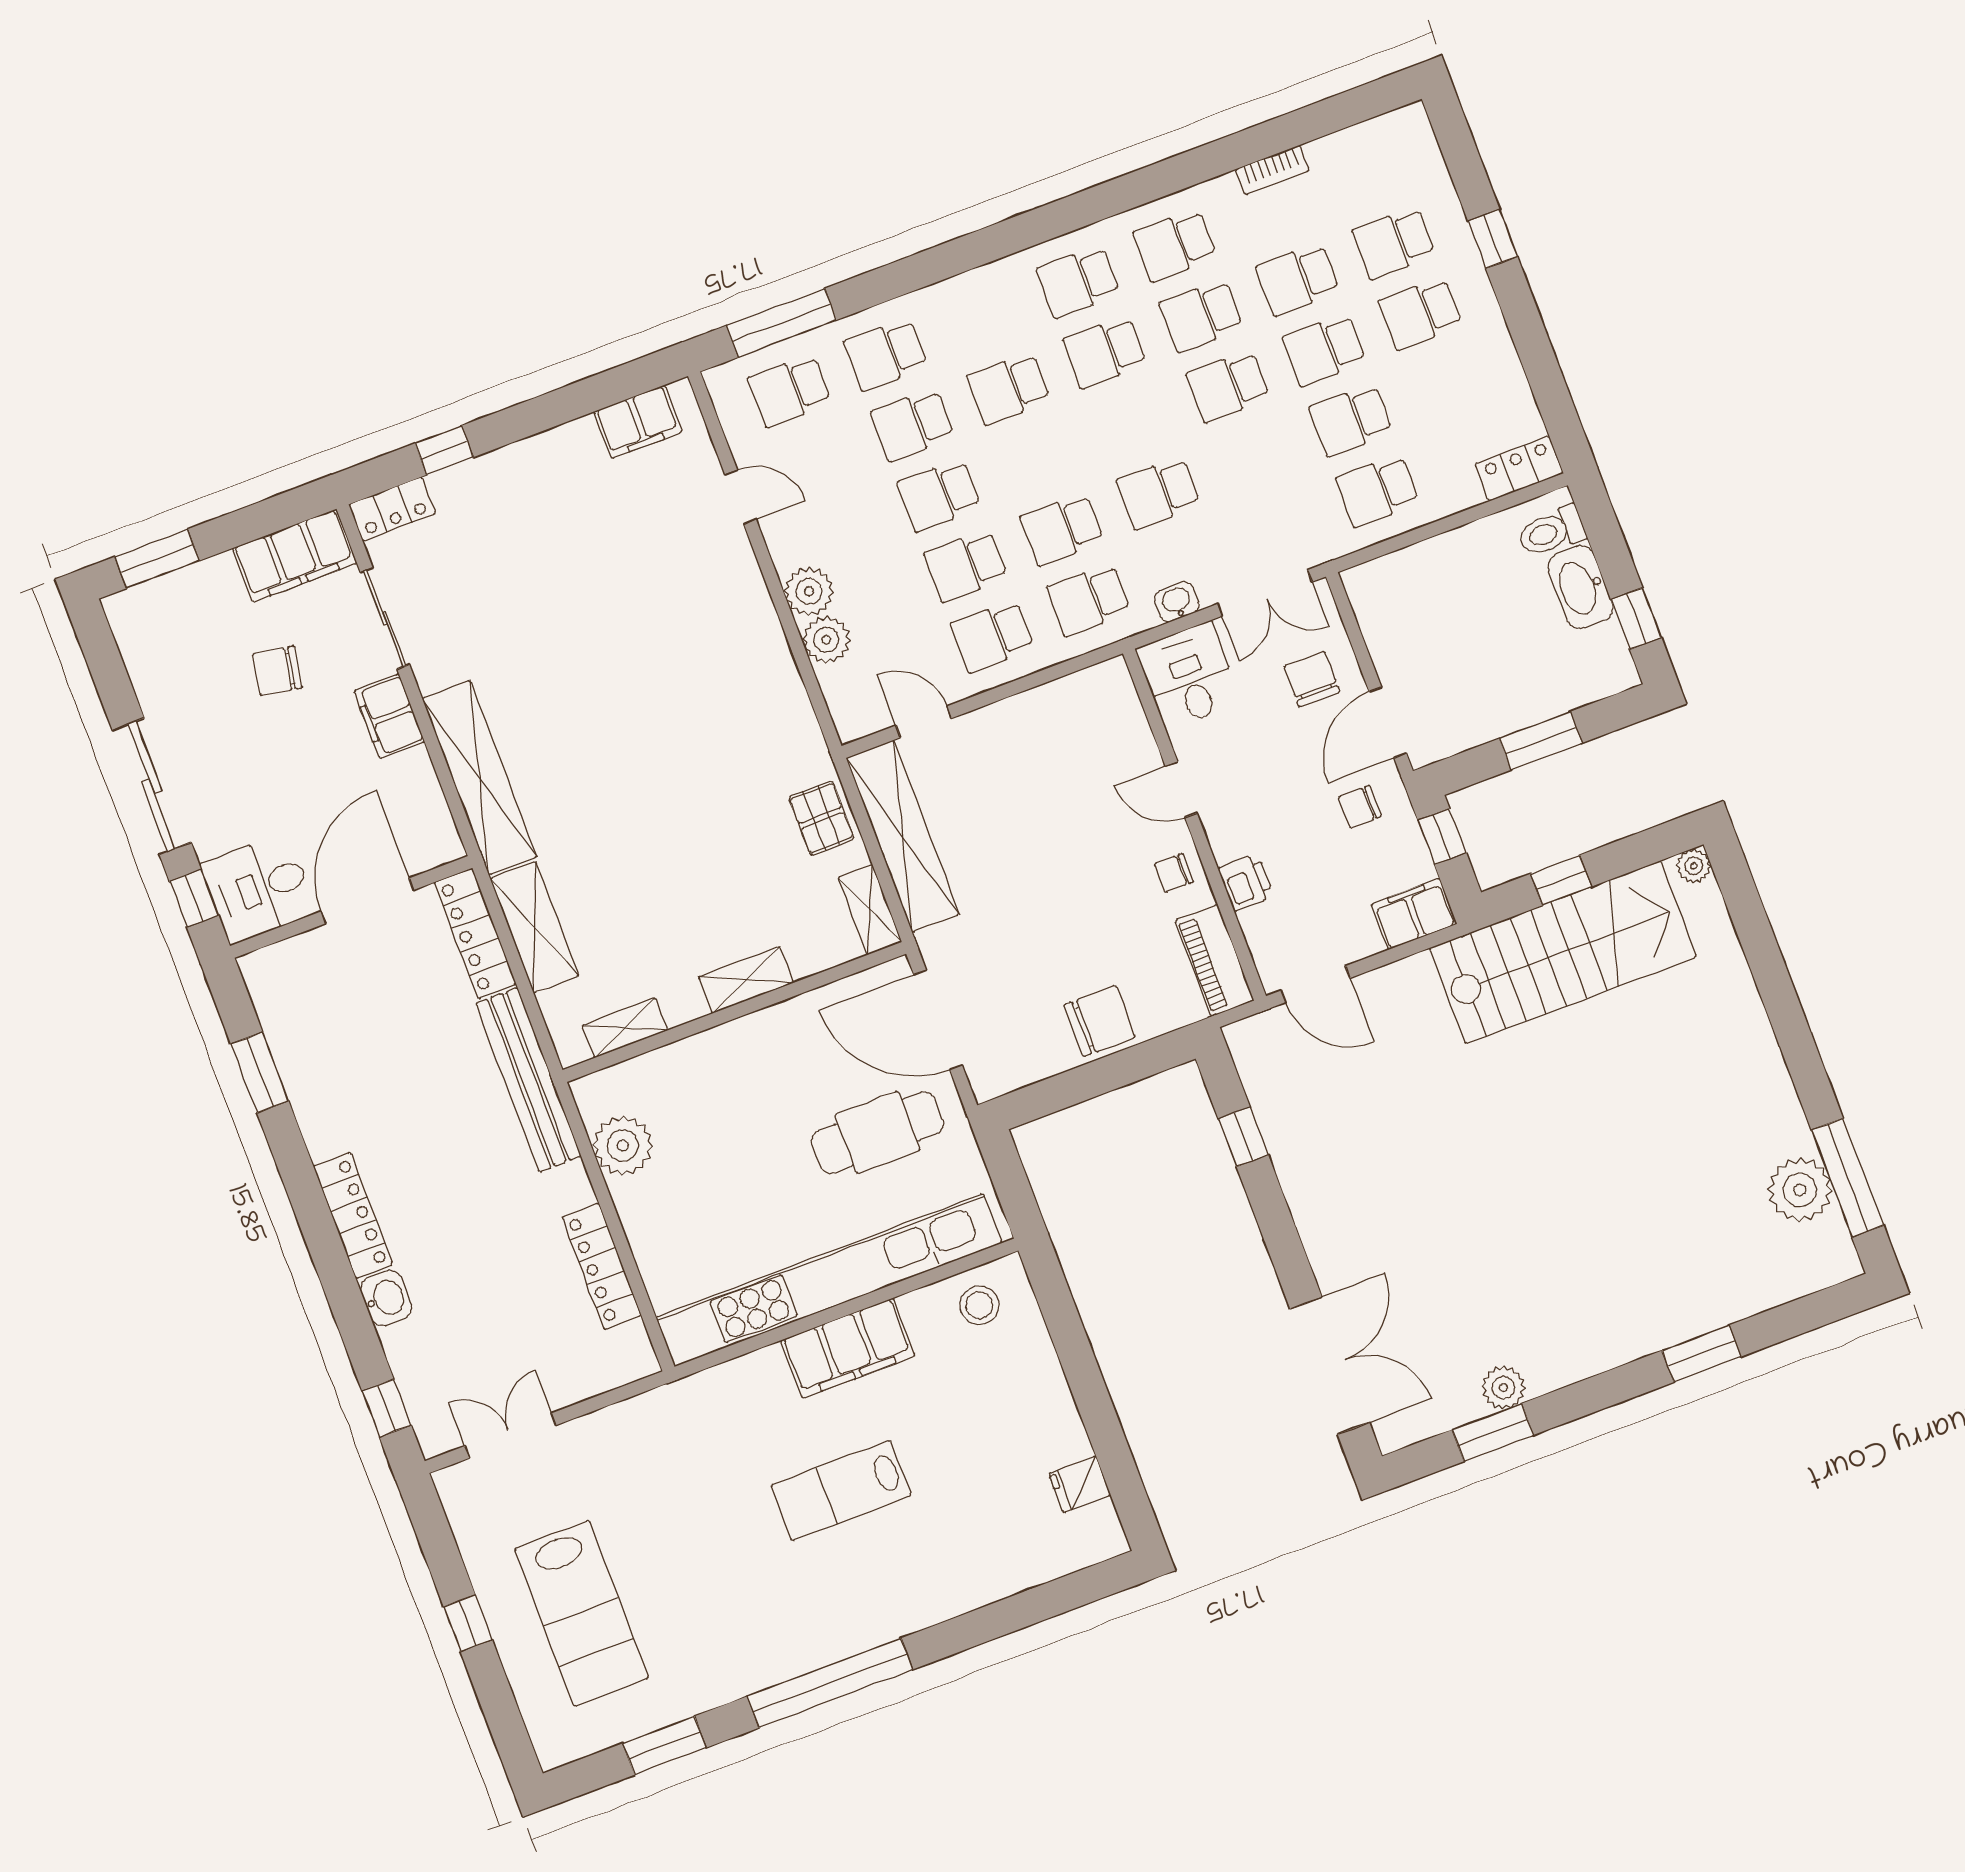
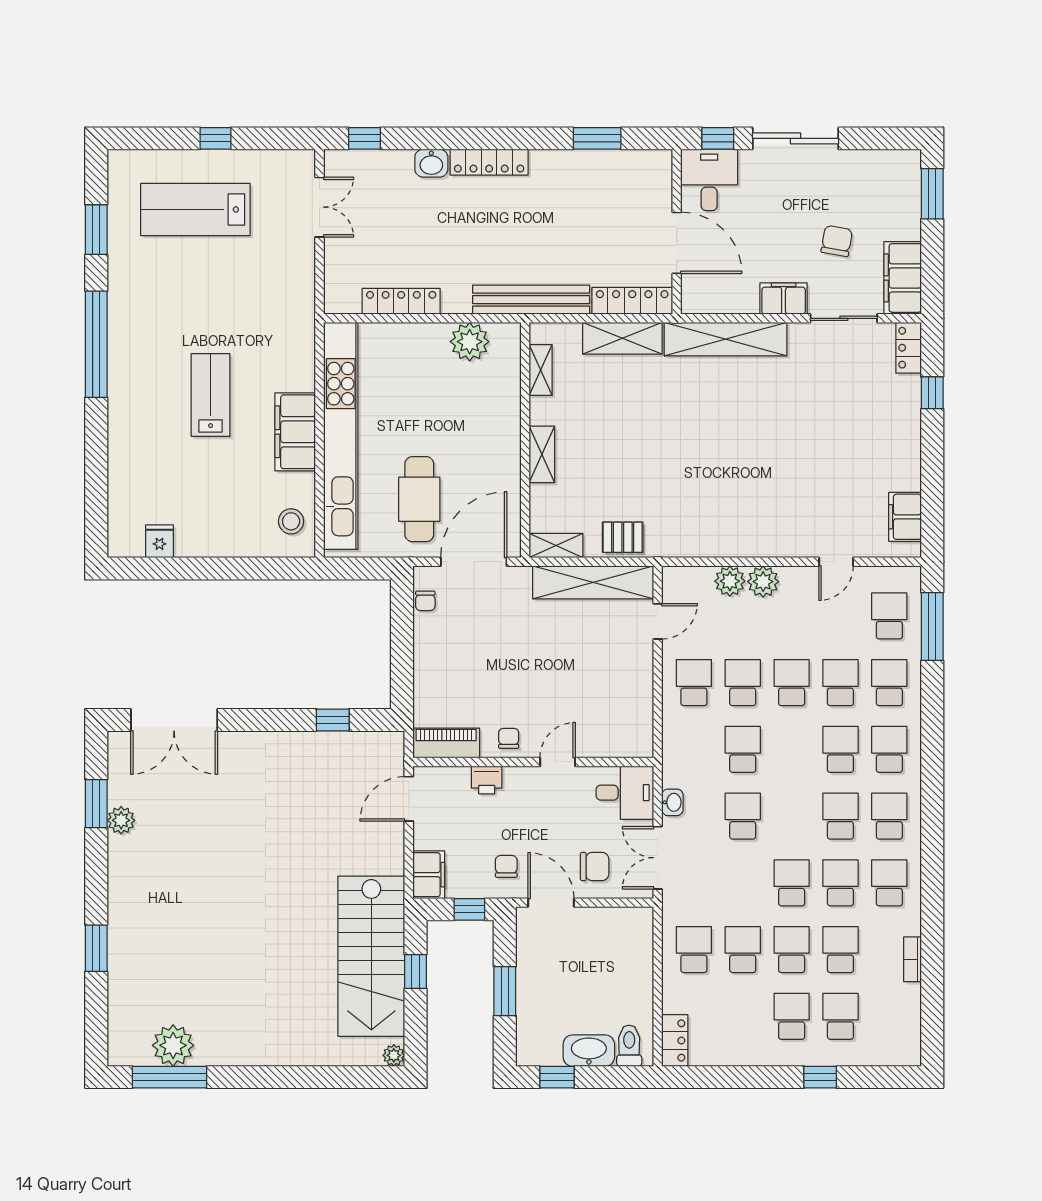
school desk: (1089, 600) -> (889, 749), moved
chair: (1100, 1021) -> (425, 601), moved, width x0.54, depth x0.54

